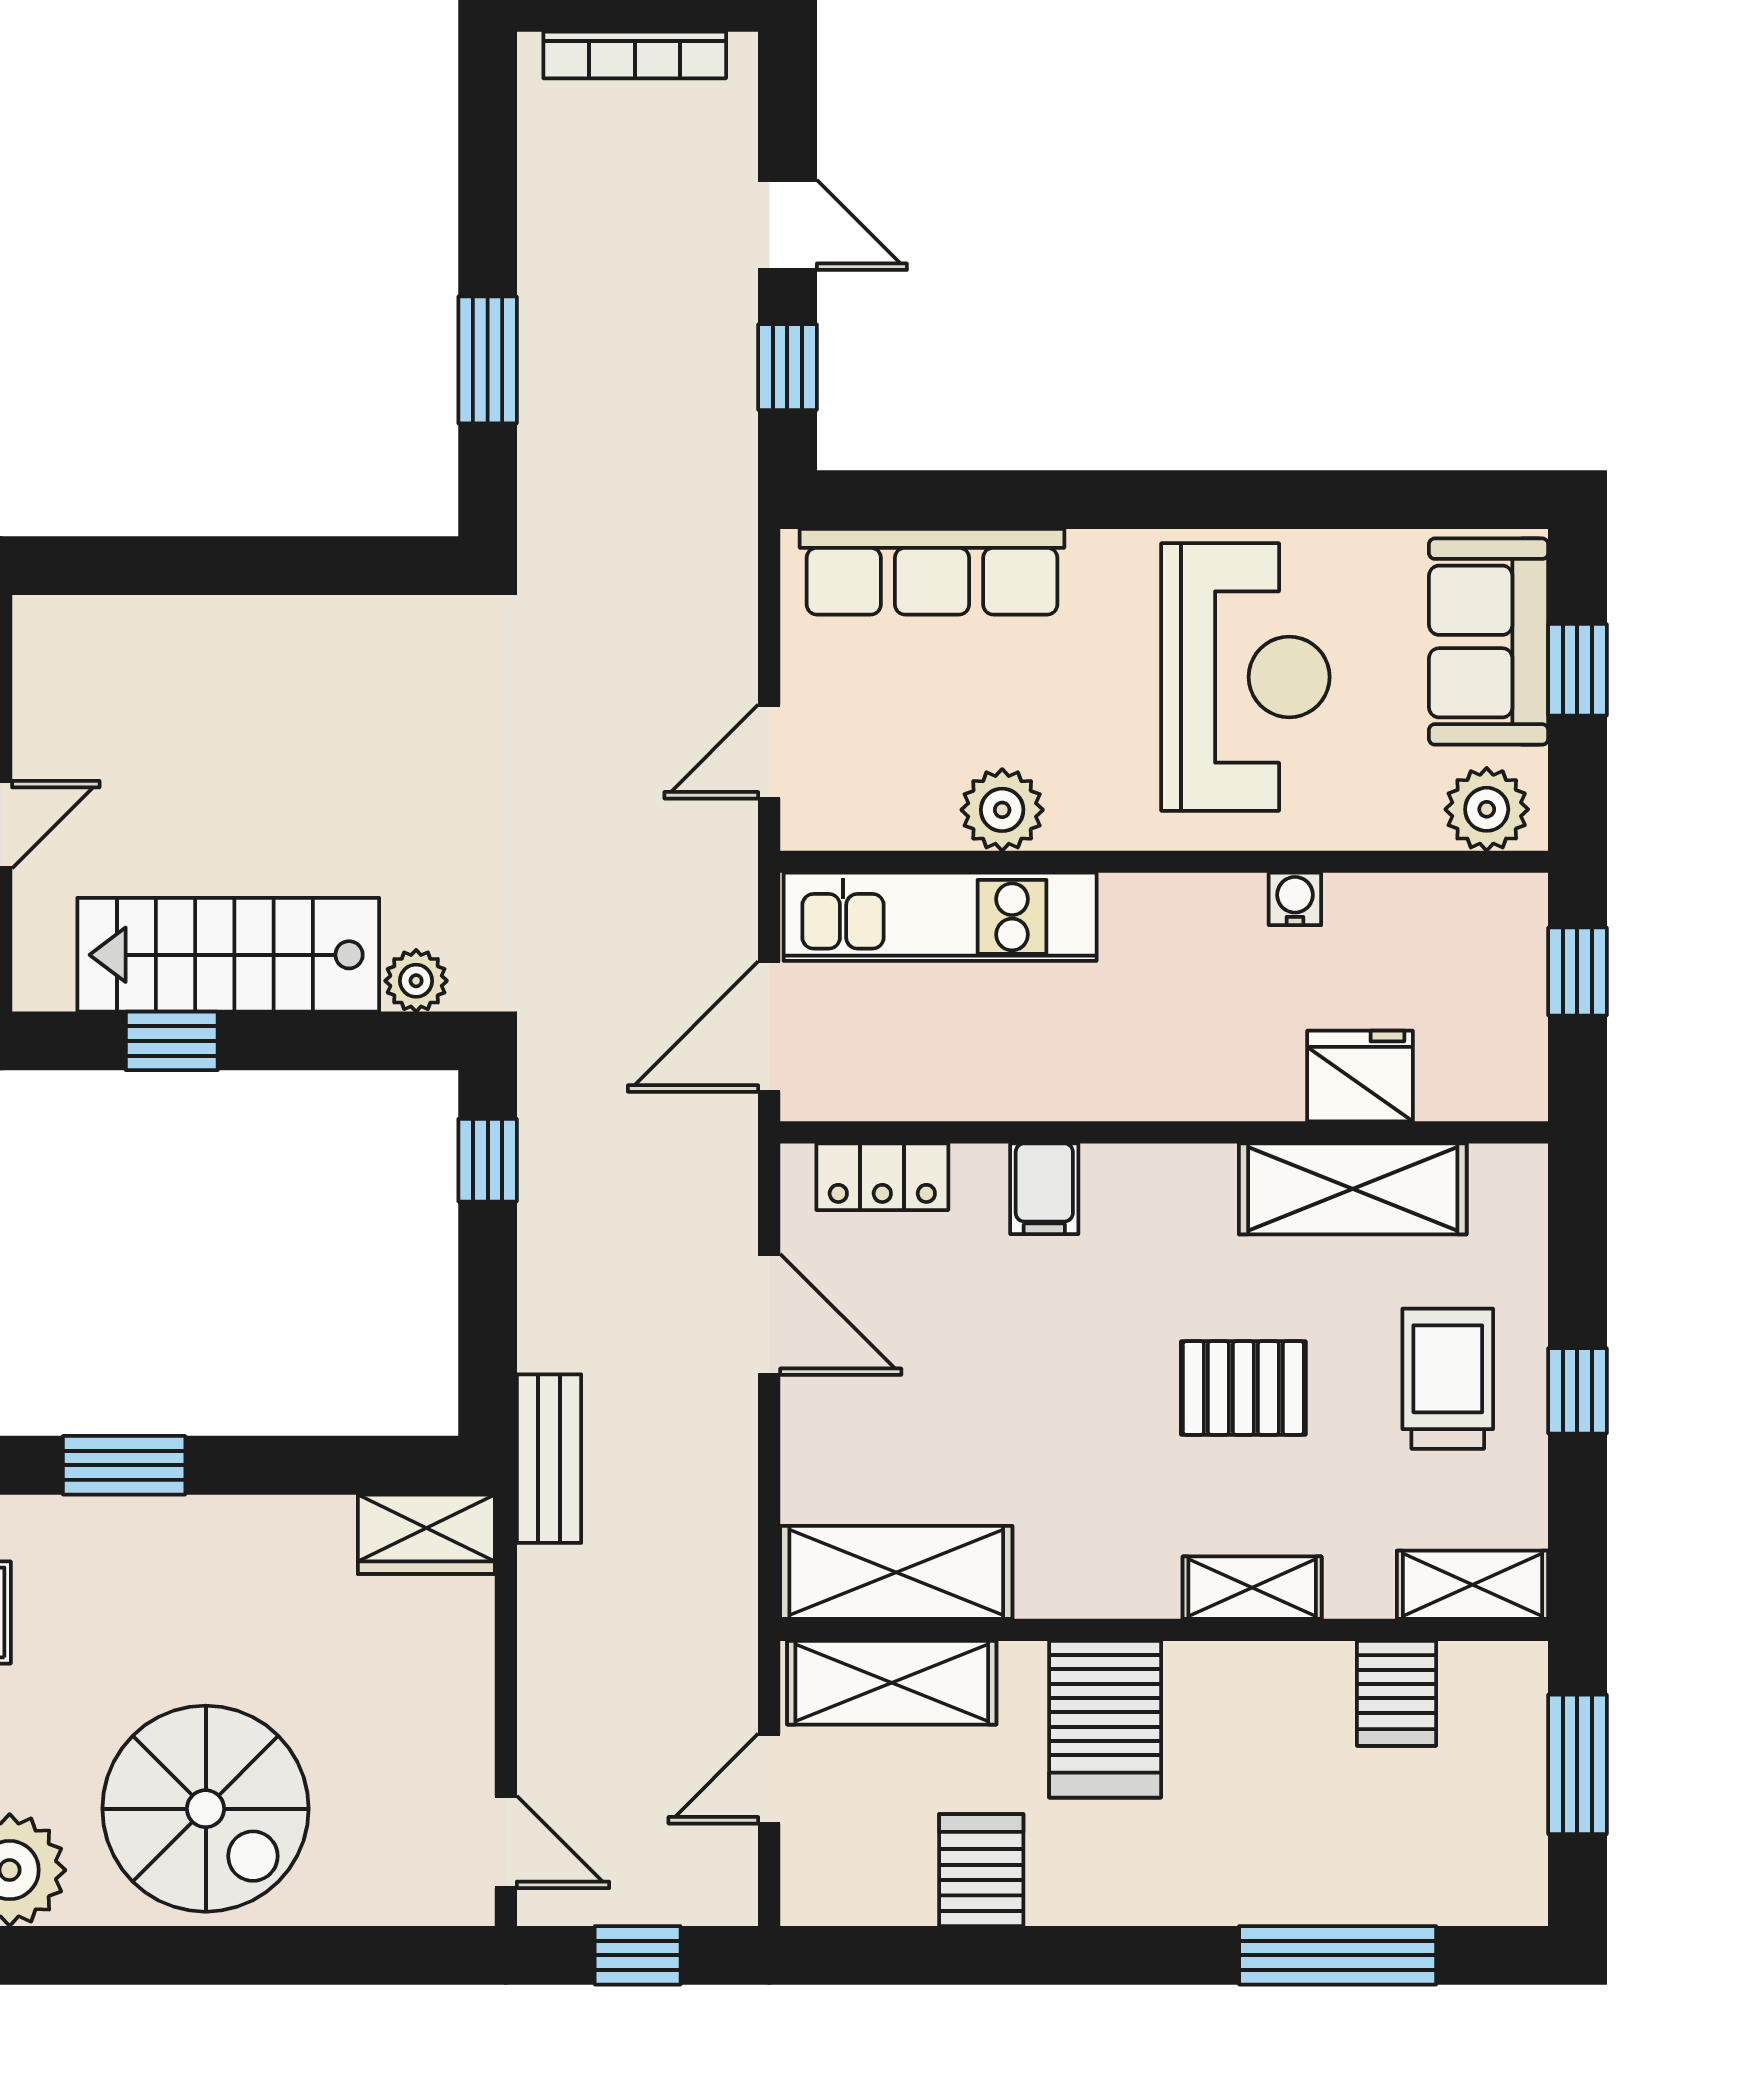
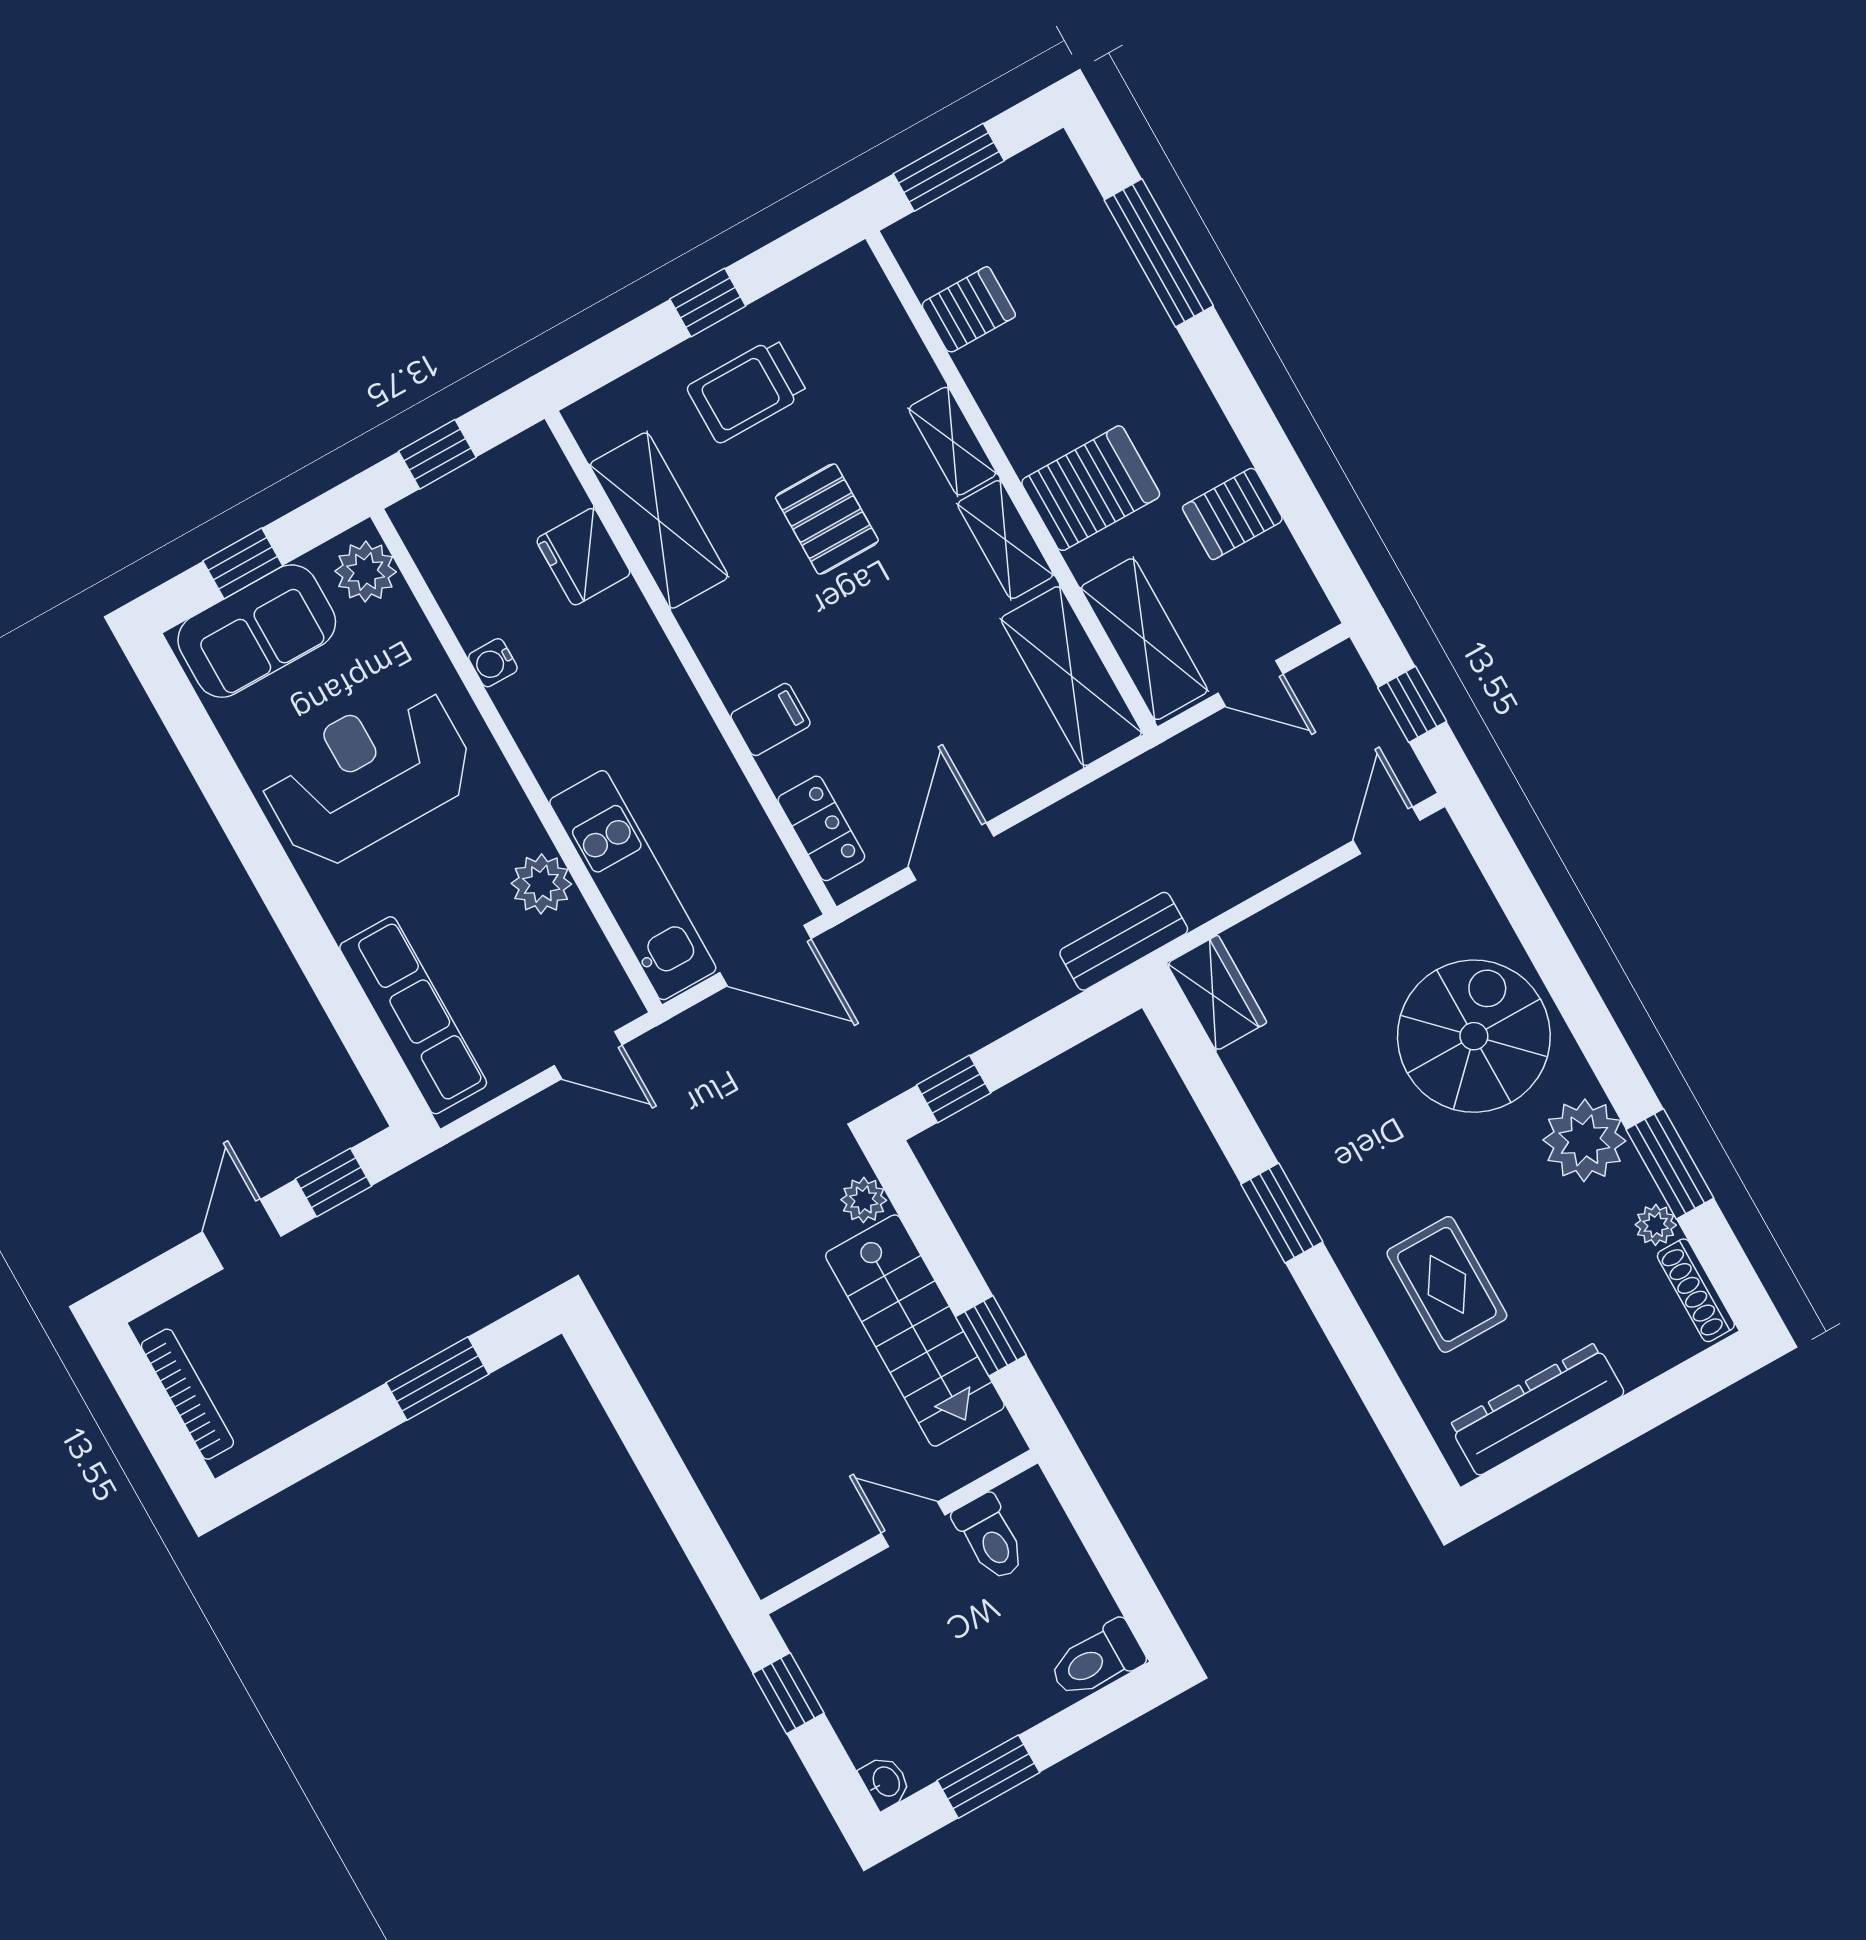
shelving: (1473, 1585) -> (1005, 540), moved

